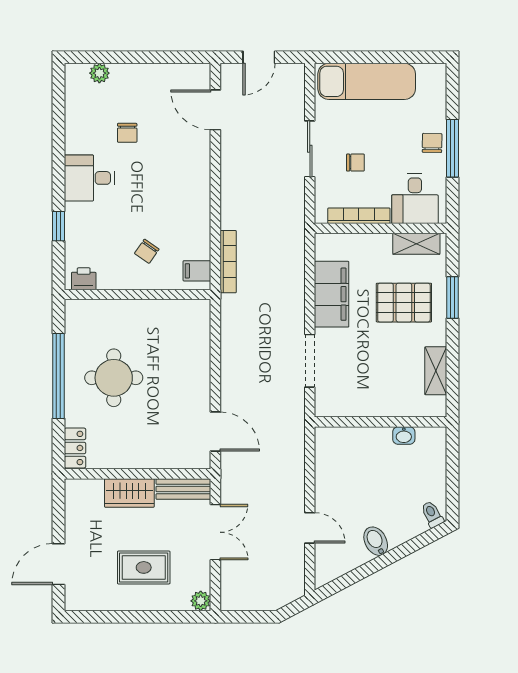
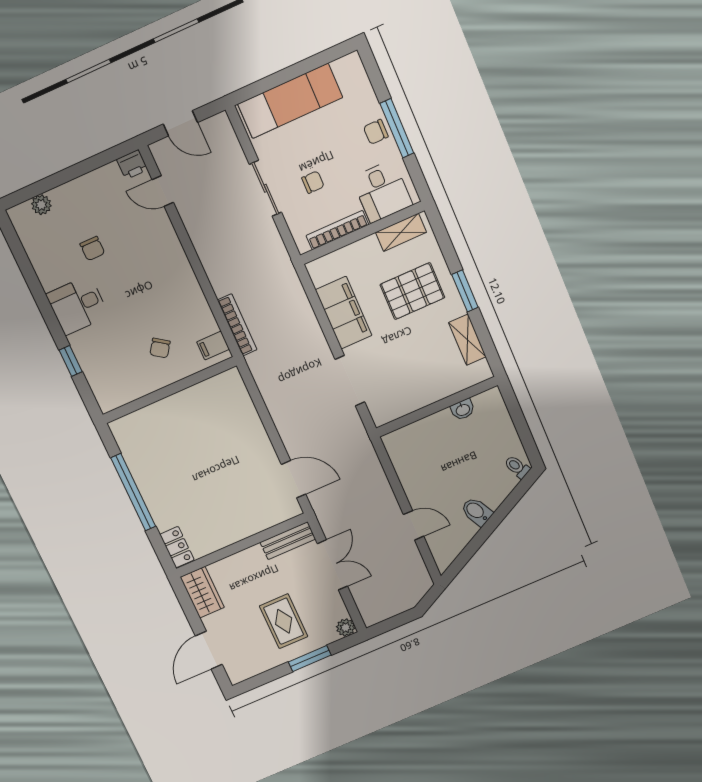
door: (259, 57) -> (180, 123), hinge flipped
door: (215, 110) -> (163, 191), width x0.73
chair: (432, 143) -> (376, 132), turned -91
printer: (84, 279) -> (132, 165), moved, turned 180
window: (453, 298) -> (465, 291), moved
round table: (114, 378) -> (183, 472), removed
wardrobe: (129, 493) -> (202, 592), moved, turned -90
rug: (144, 567) -> (284, 621), turned 90
window: (152, 617) -> (310, 658), added

